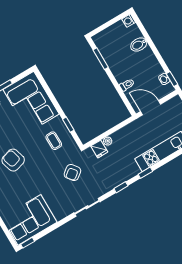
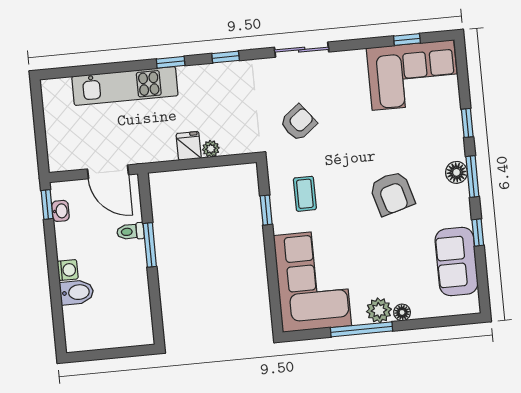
washing machine: (129, 21) -> (68, 270), moved
window: (101, 59) -> (150, 245), moved
fridge: (99, 149) -> (189, 146), moved
window: (28, 243) -> (407, 40), moved

